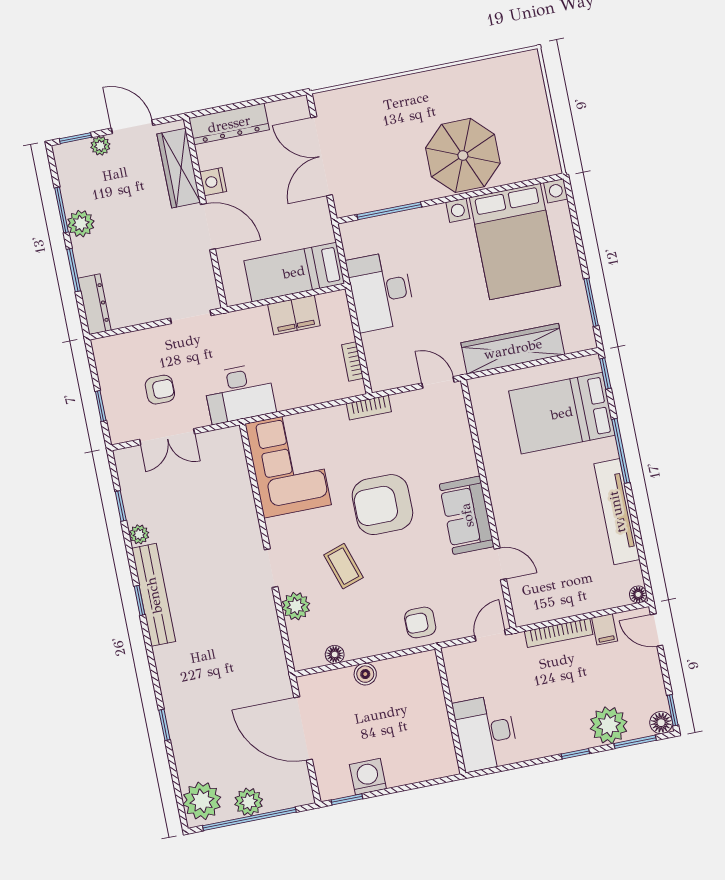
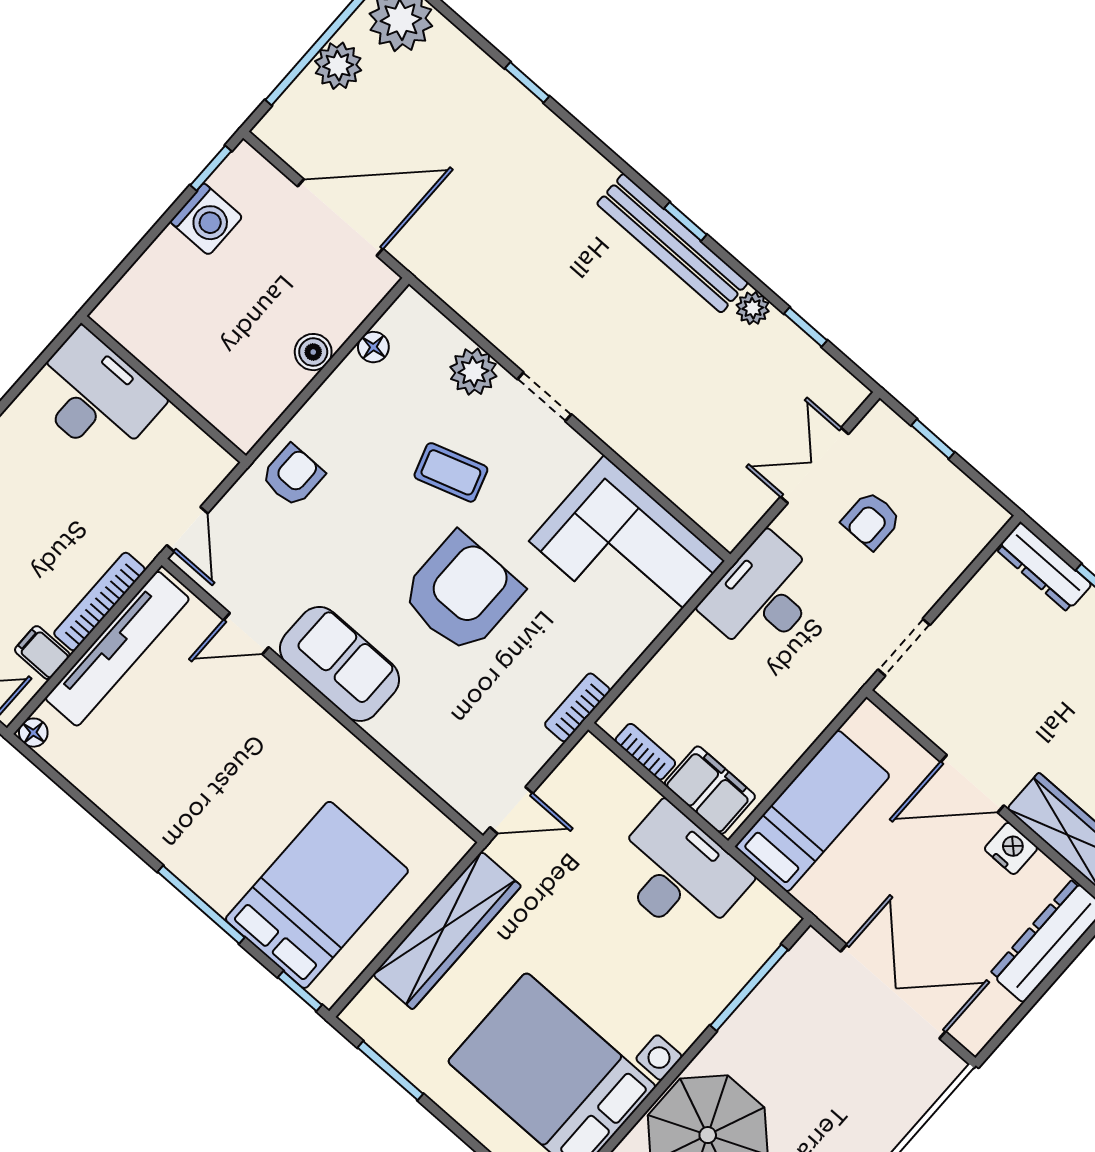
filing cabinet: (294, 315) -> (710, 790), moved, turned 90
tv unit: (617, 512) -> (117, 649), moved, turned 90

